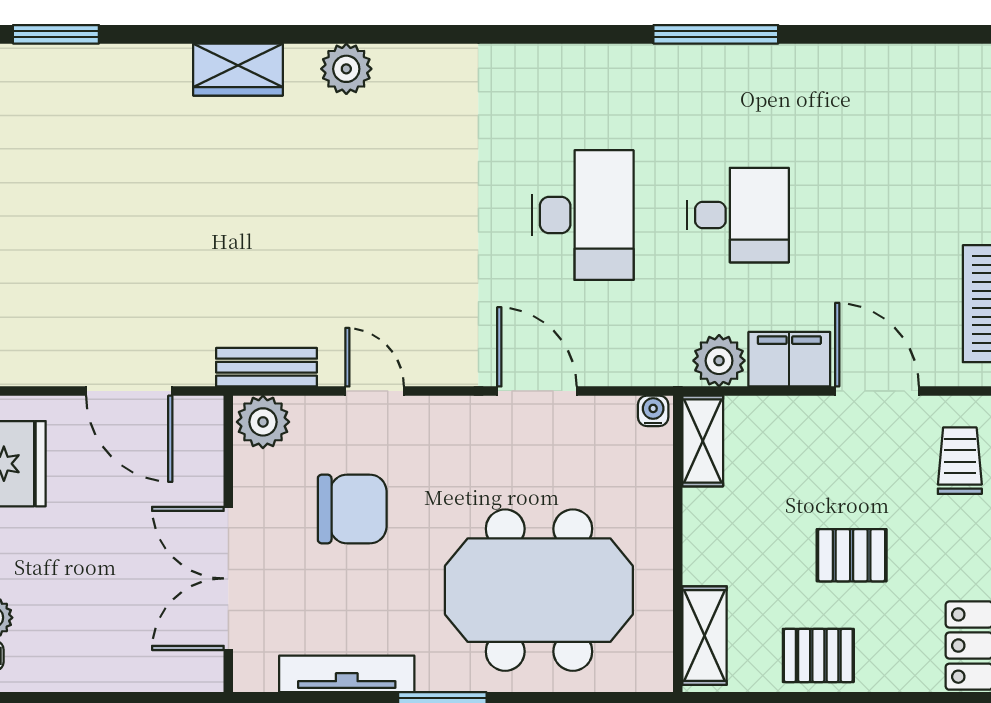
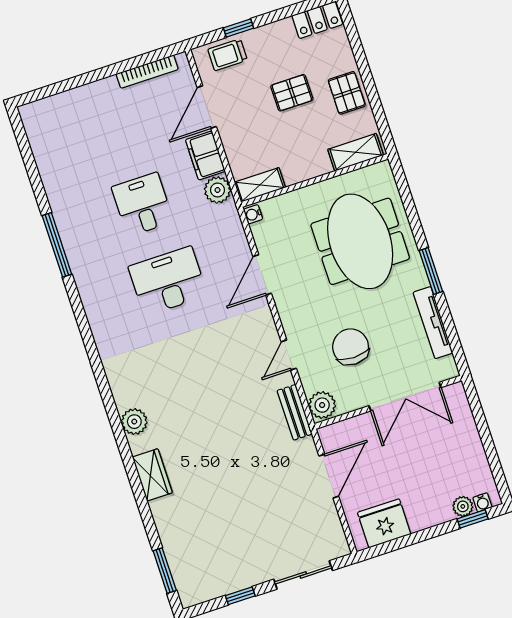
pallet: (852, 555) -> (292, 93), turned 90

